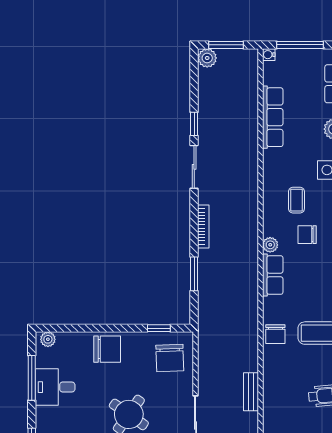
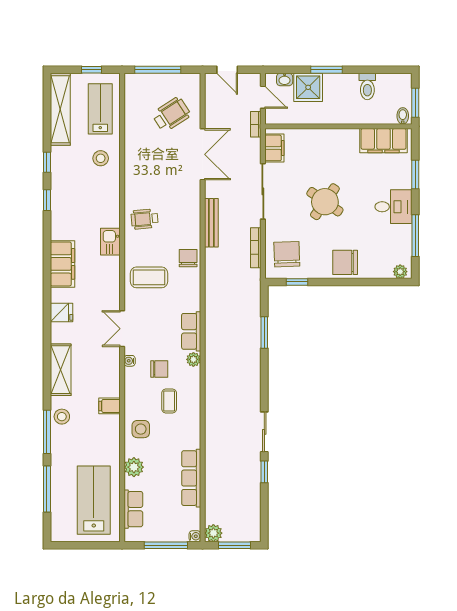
plant: (207, 58) -> (213, 533), moved
bookcase: (203, 227) -> (256, 248), moved
chair: (275, 334) -> (188, 258), moved
desk: (55, 387) -> (394, 207), moved
bench: (251, 392) -> (211, 223), width x1.36

